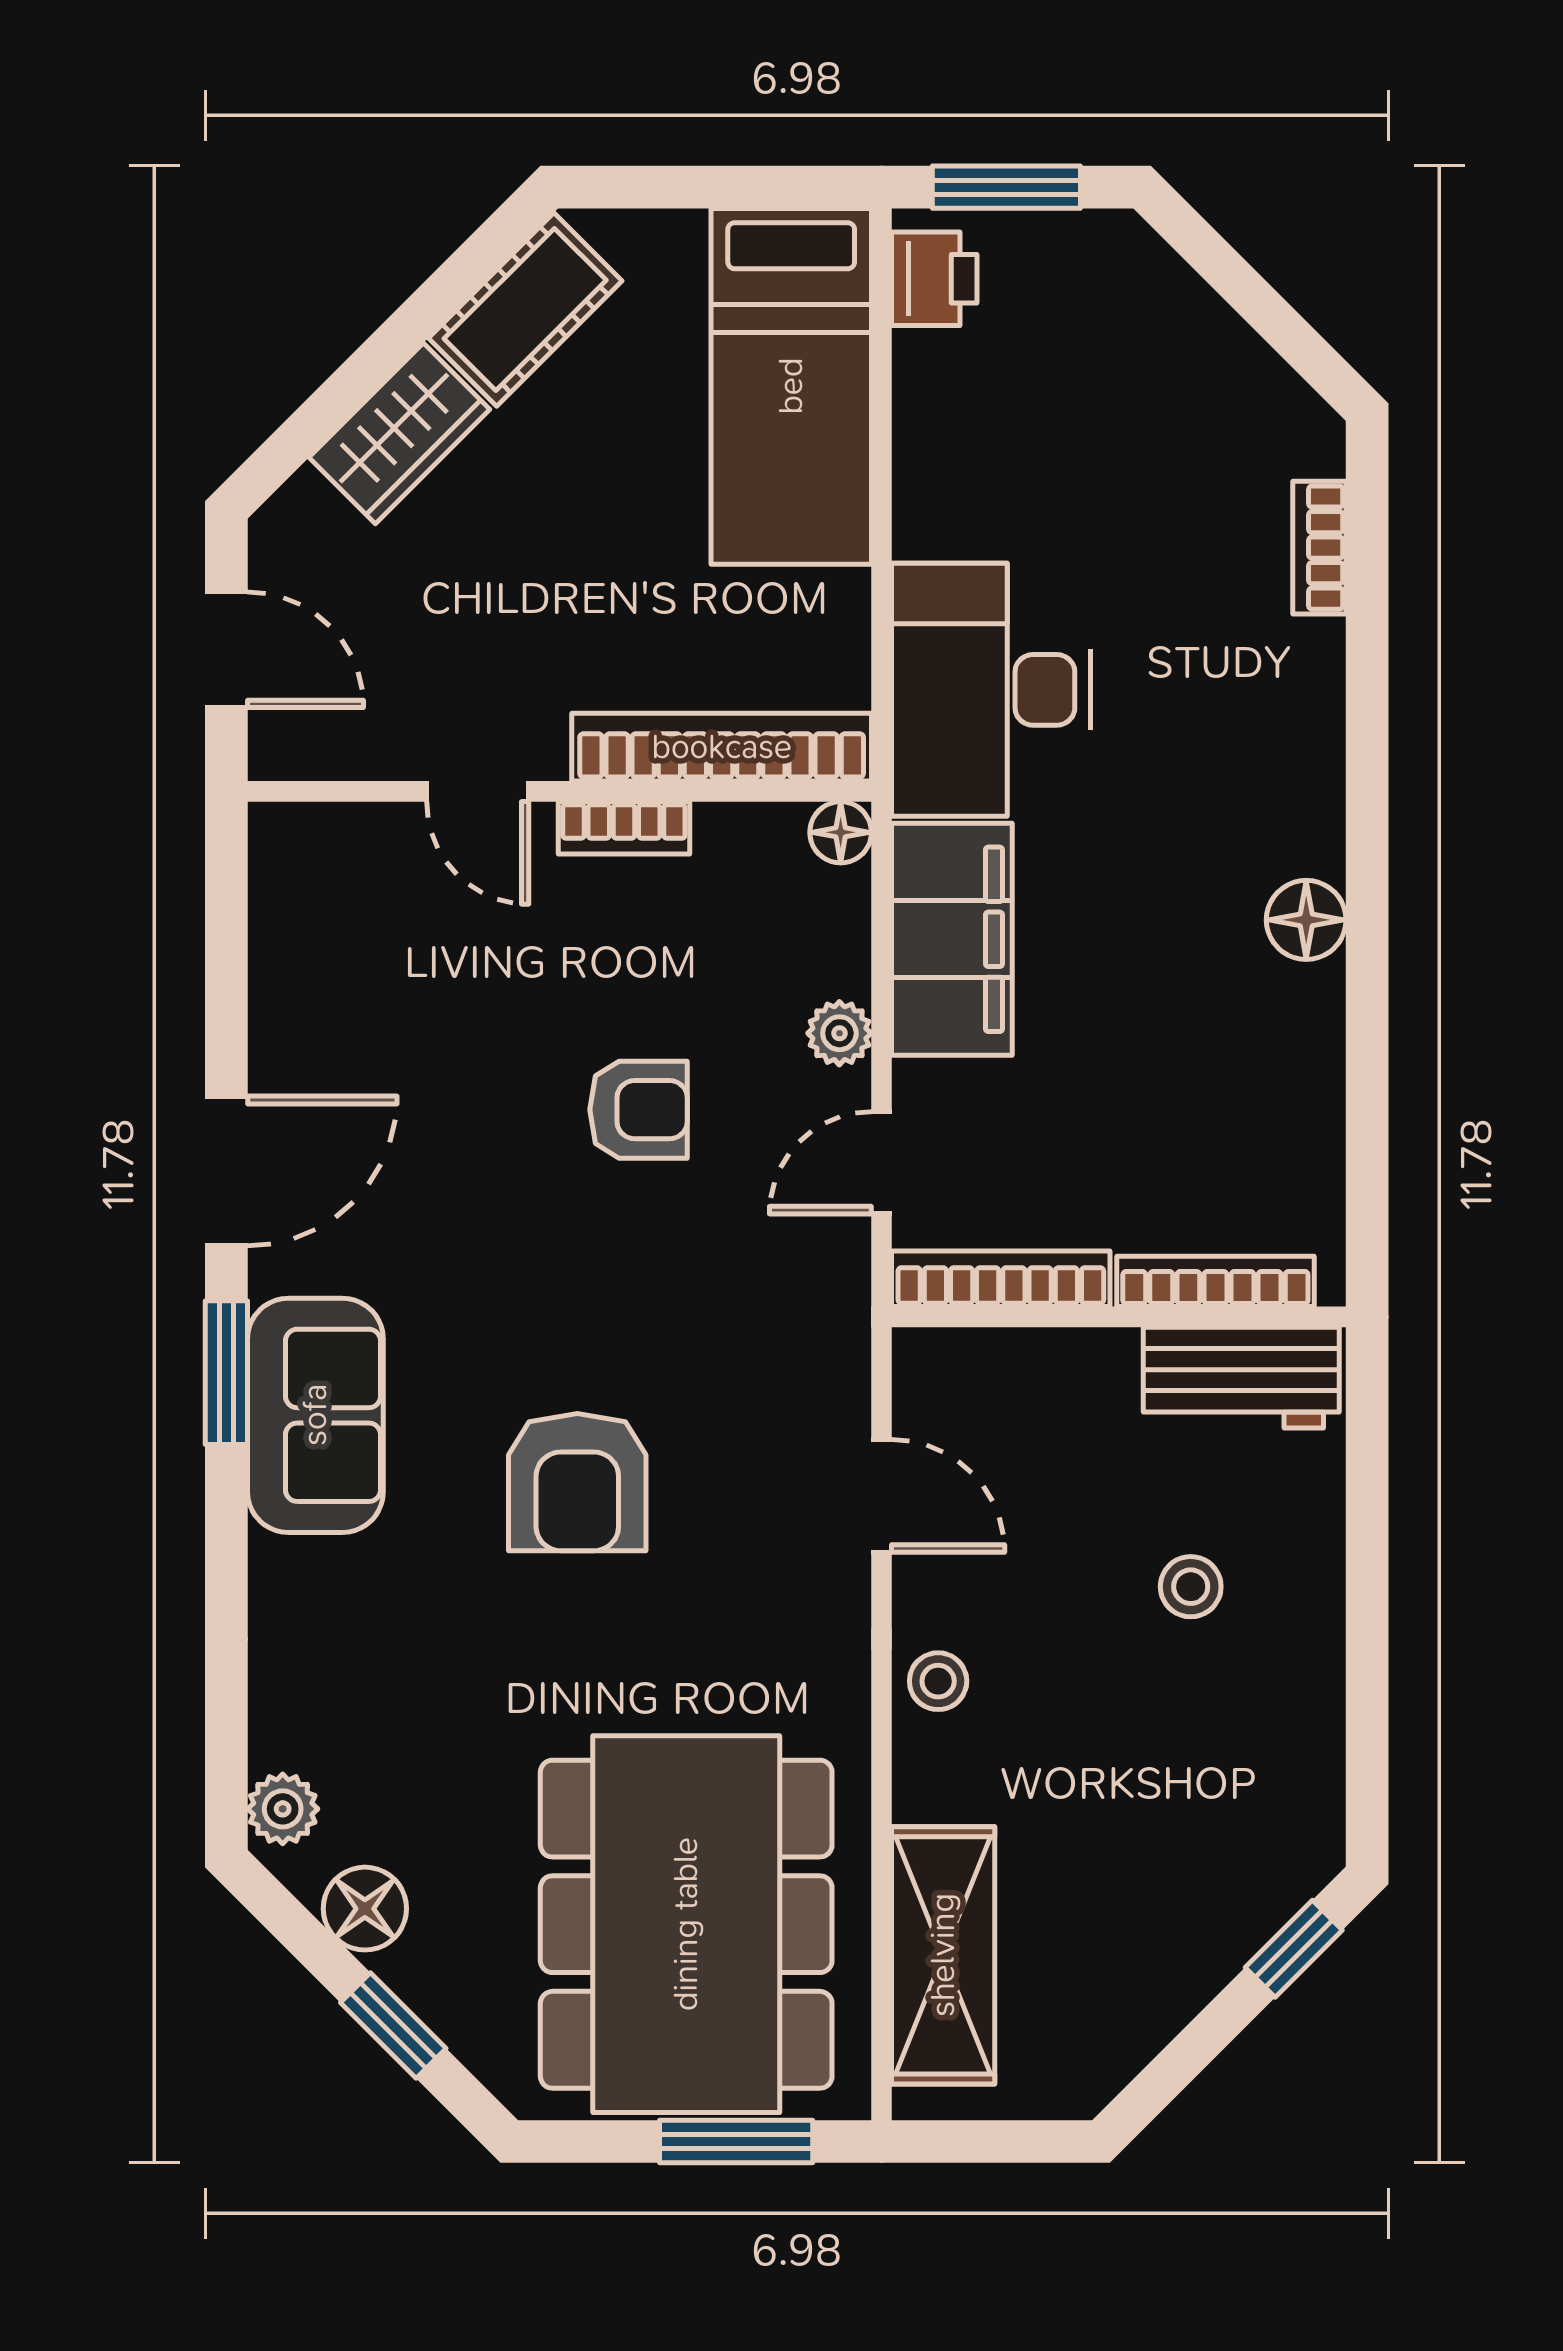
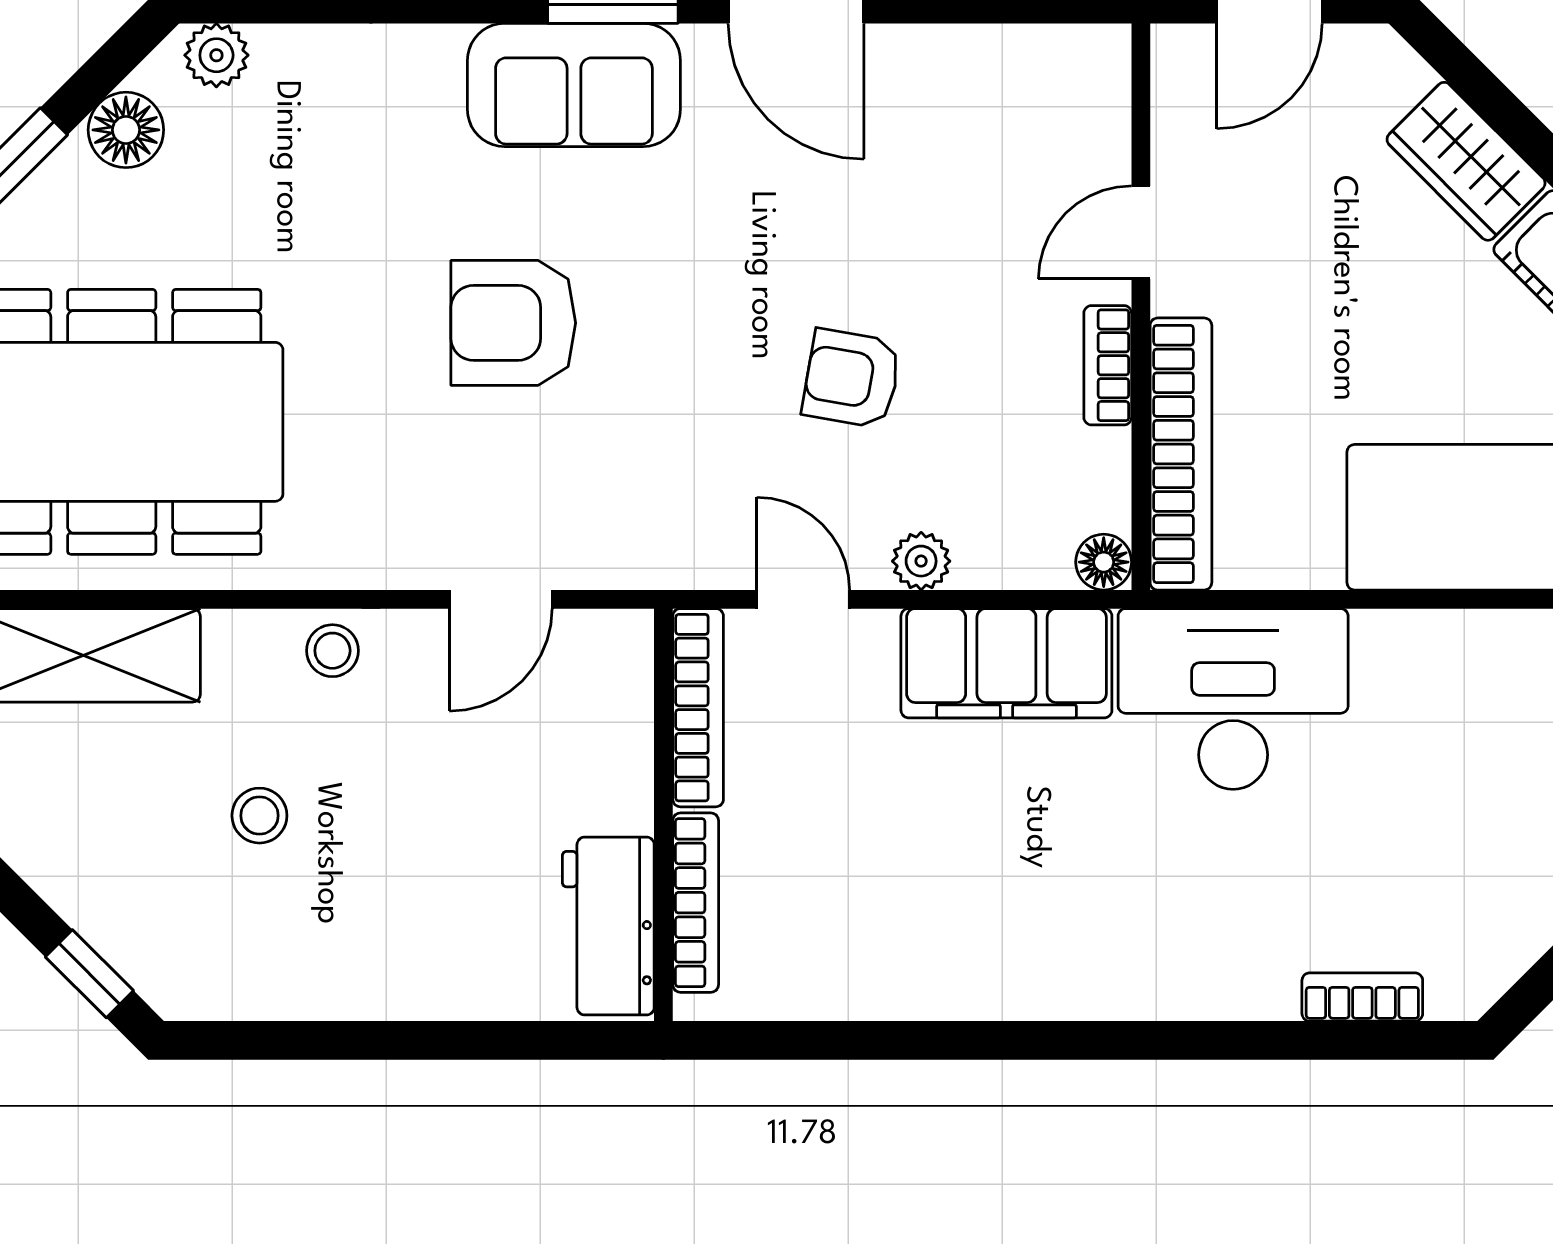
floor lamp: (1306, 920) -> (1024, 985), removed
armchair: (638, 1110) -> (852, 378), turned 100
stool: (1191, 1587) -> (259, 816), moved

